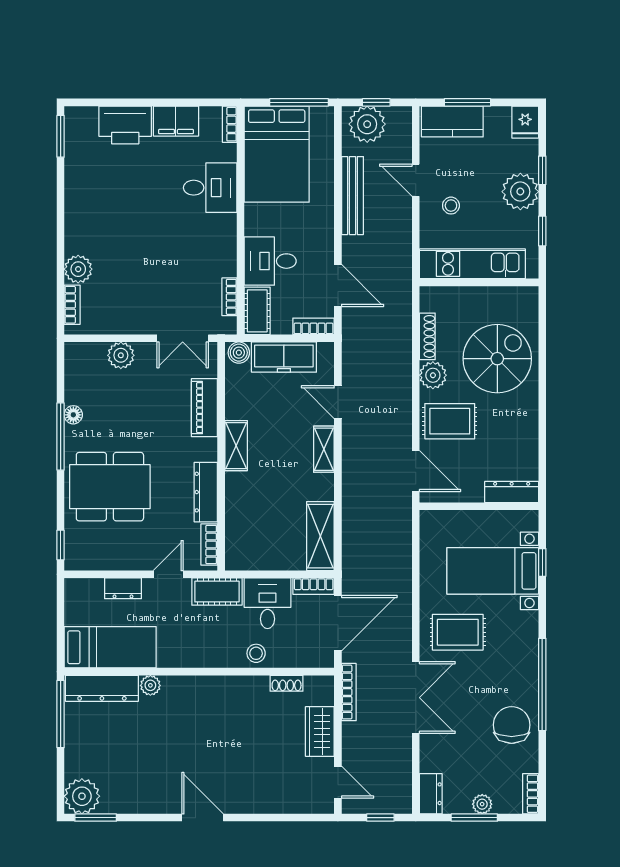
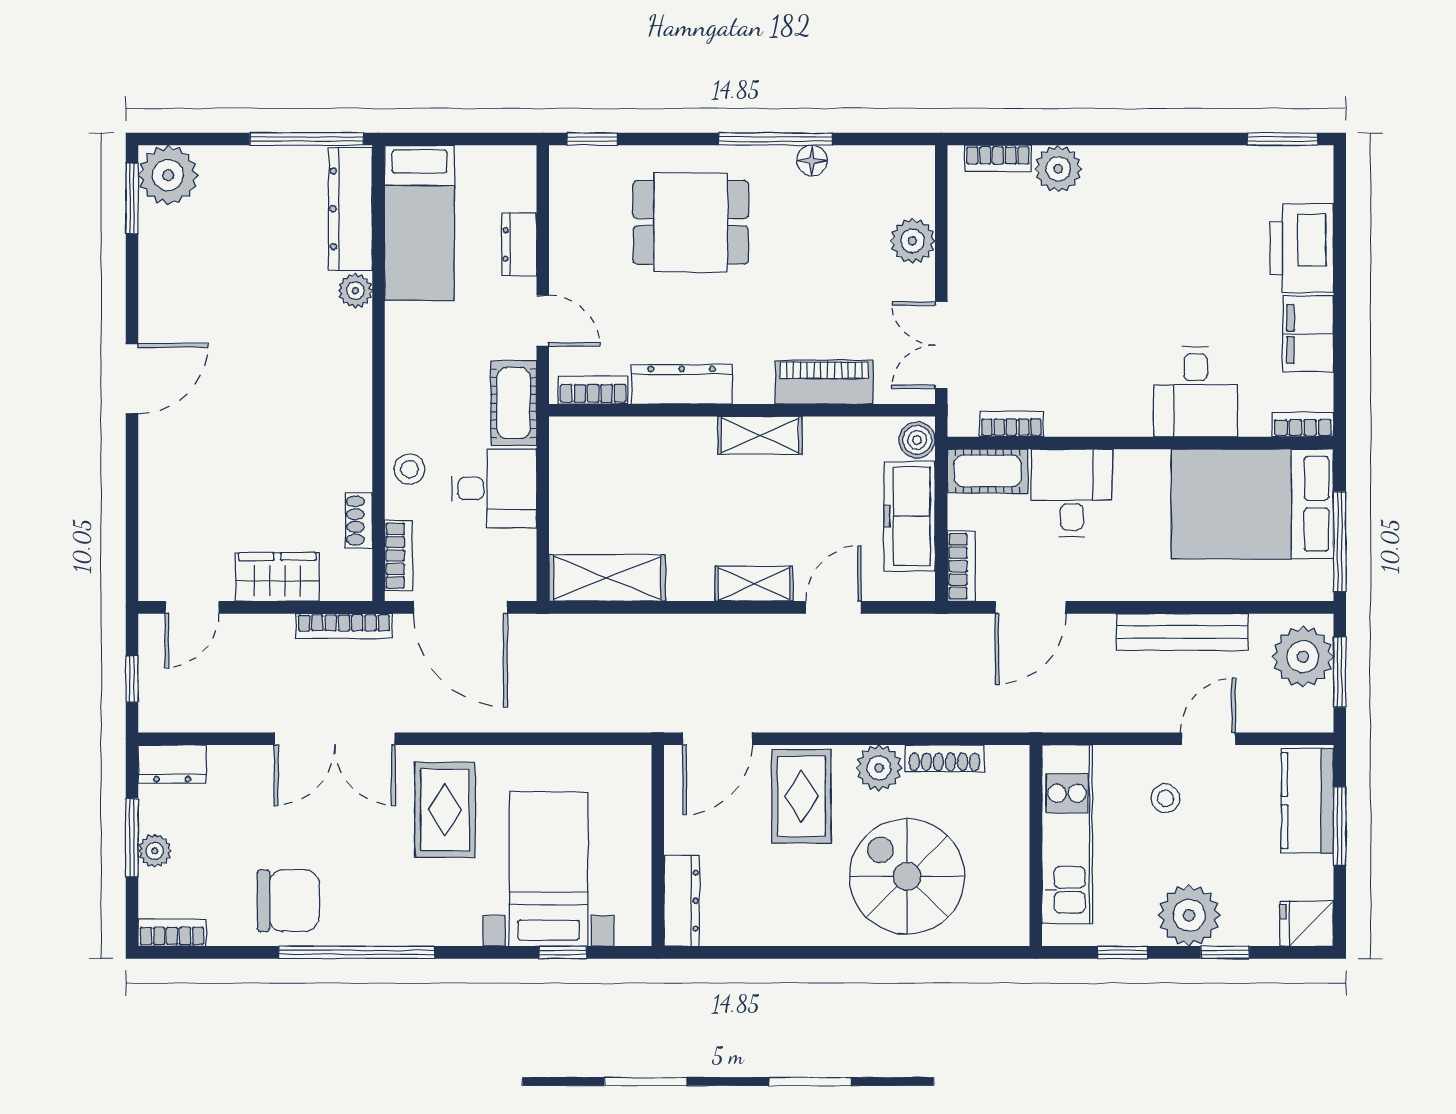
window: (376, 102) -> (1340, 672), width x1.50
spiral stairs: (497, 359) -> (907, 876), turned 180
dining table: (110, 487) -> (691, 222), width x0.73
bookcase: (314, 586) -> (399, 556), moved, turned 180

